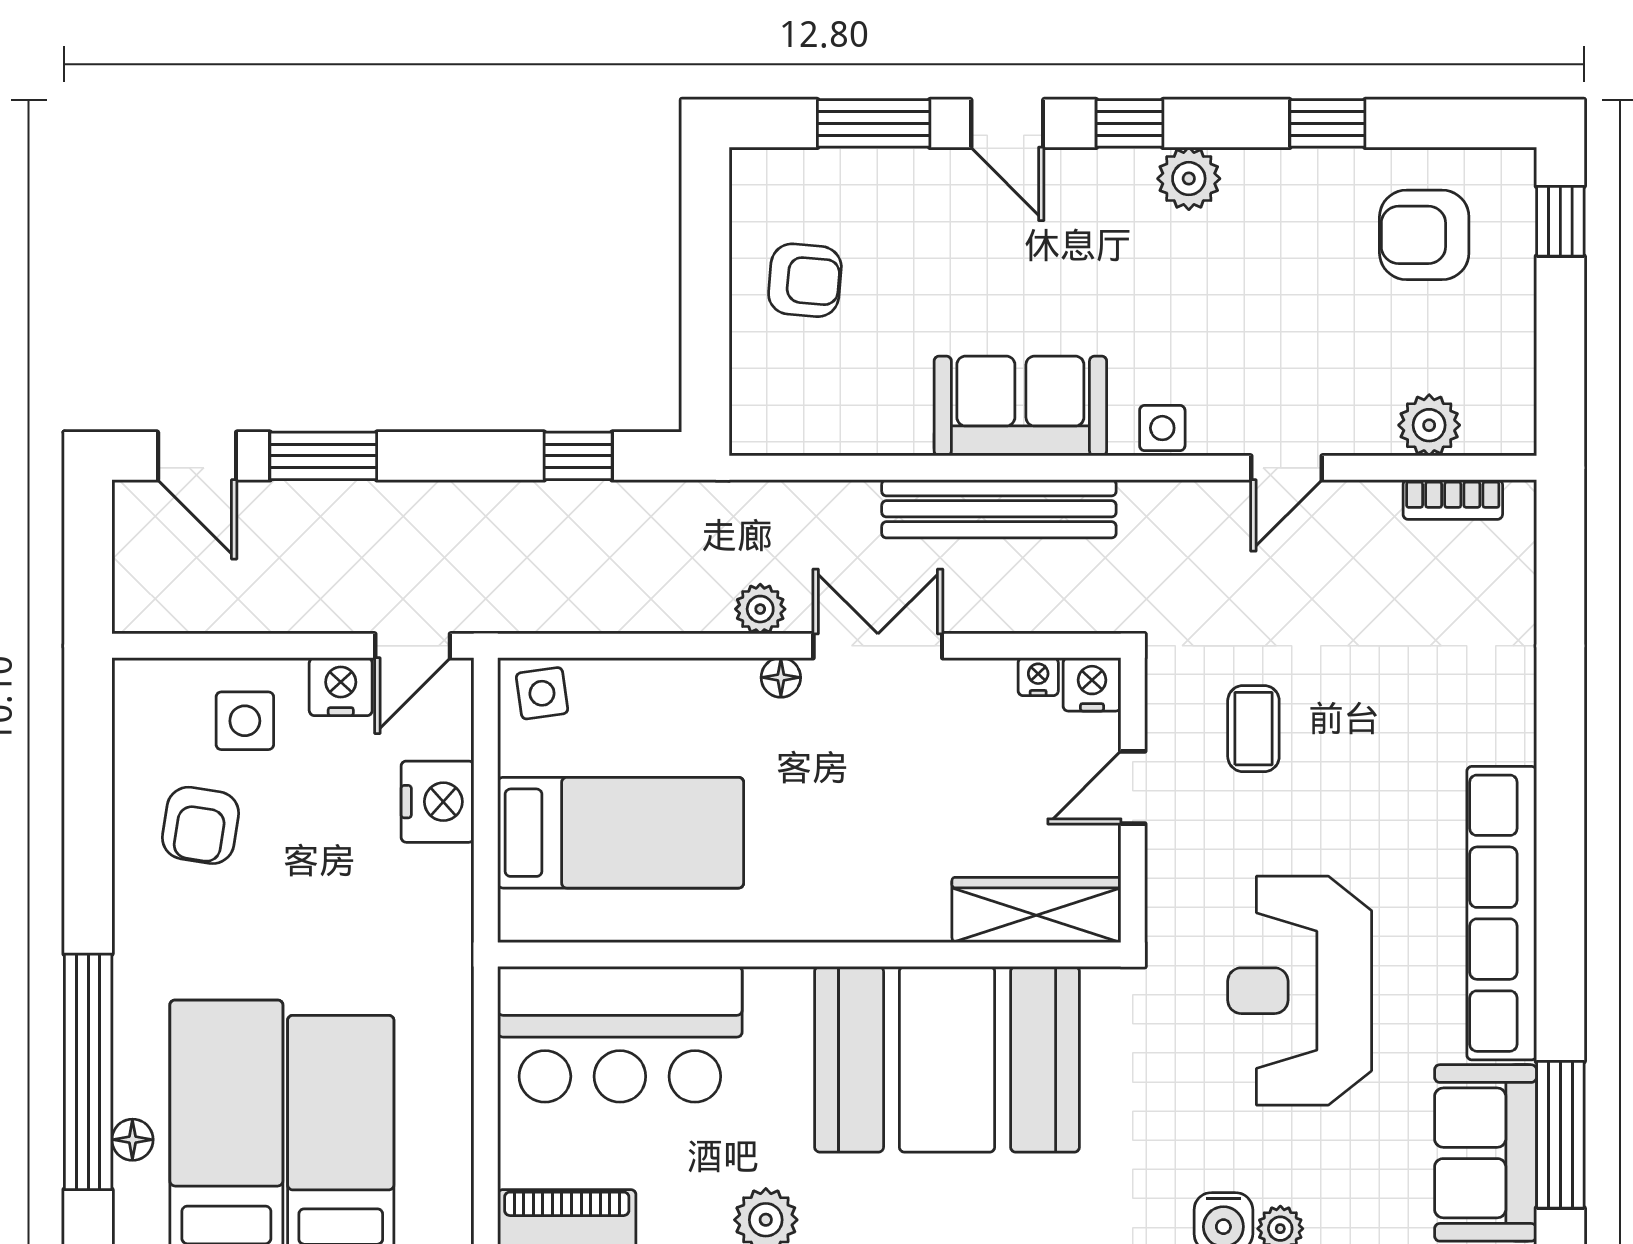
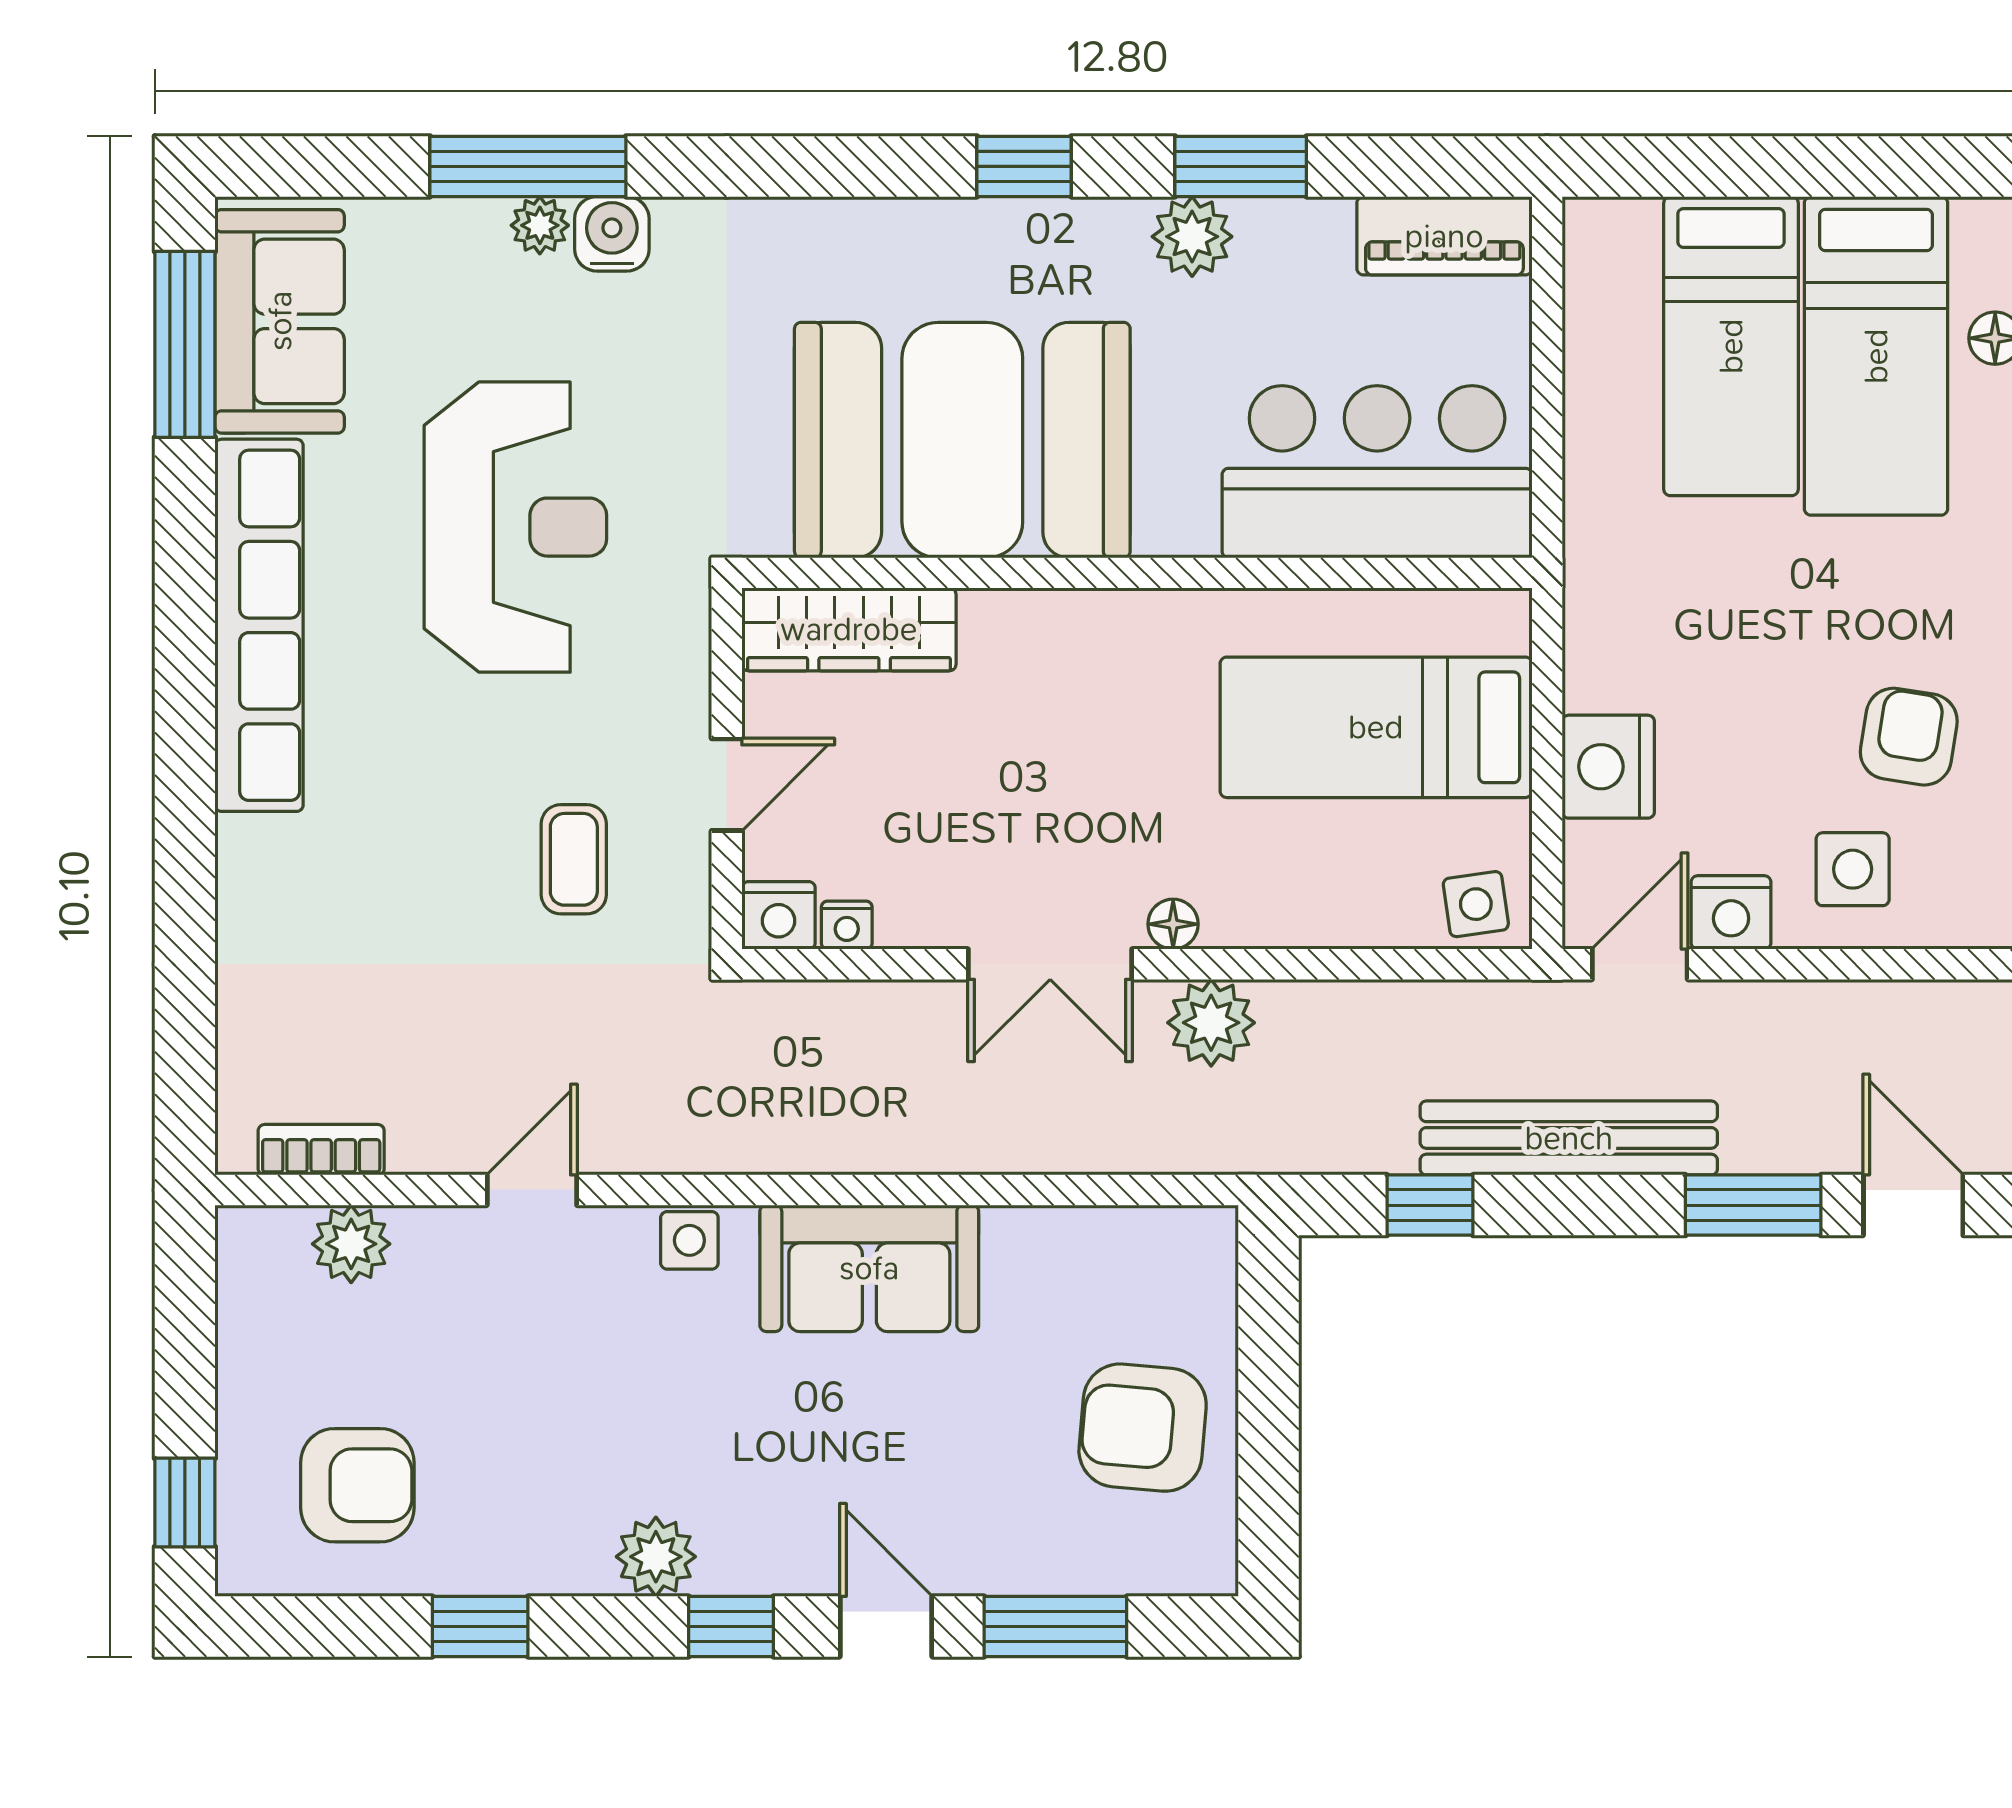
armchair: (805, 280) -> (1143, 1428), width x1.38, depth x1.38
bench: (999, 509) -> (1569, 1138), moved
plant: (760, 609) -> (1211, 1023), width x1.38, depth x1.38

